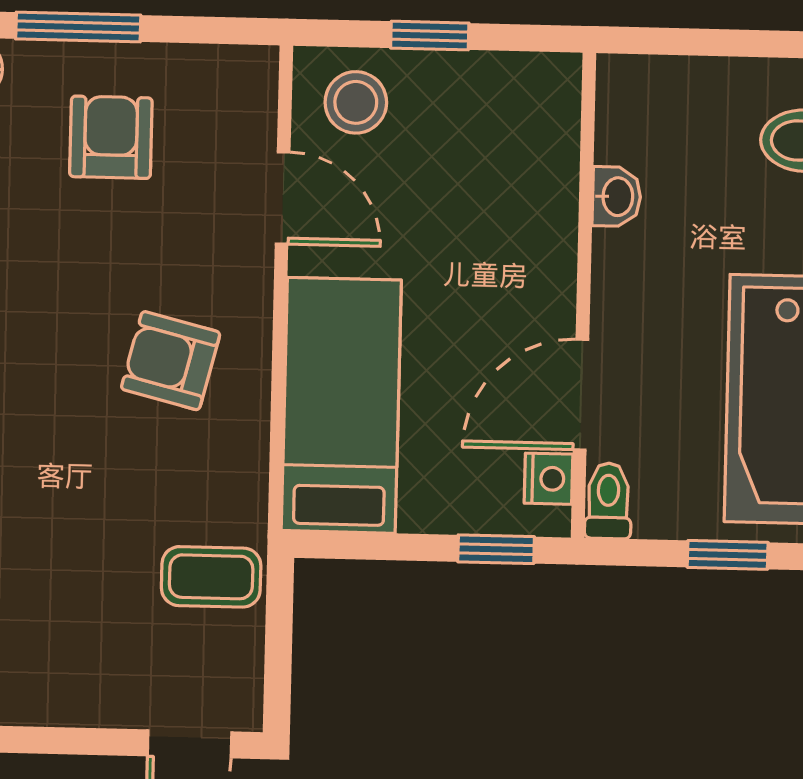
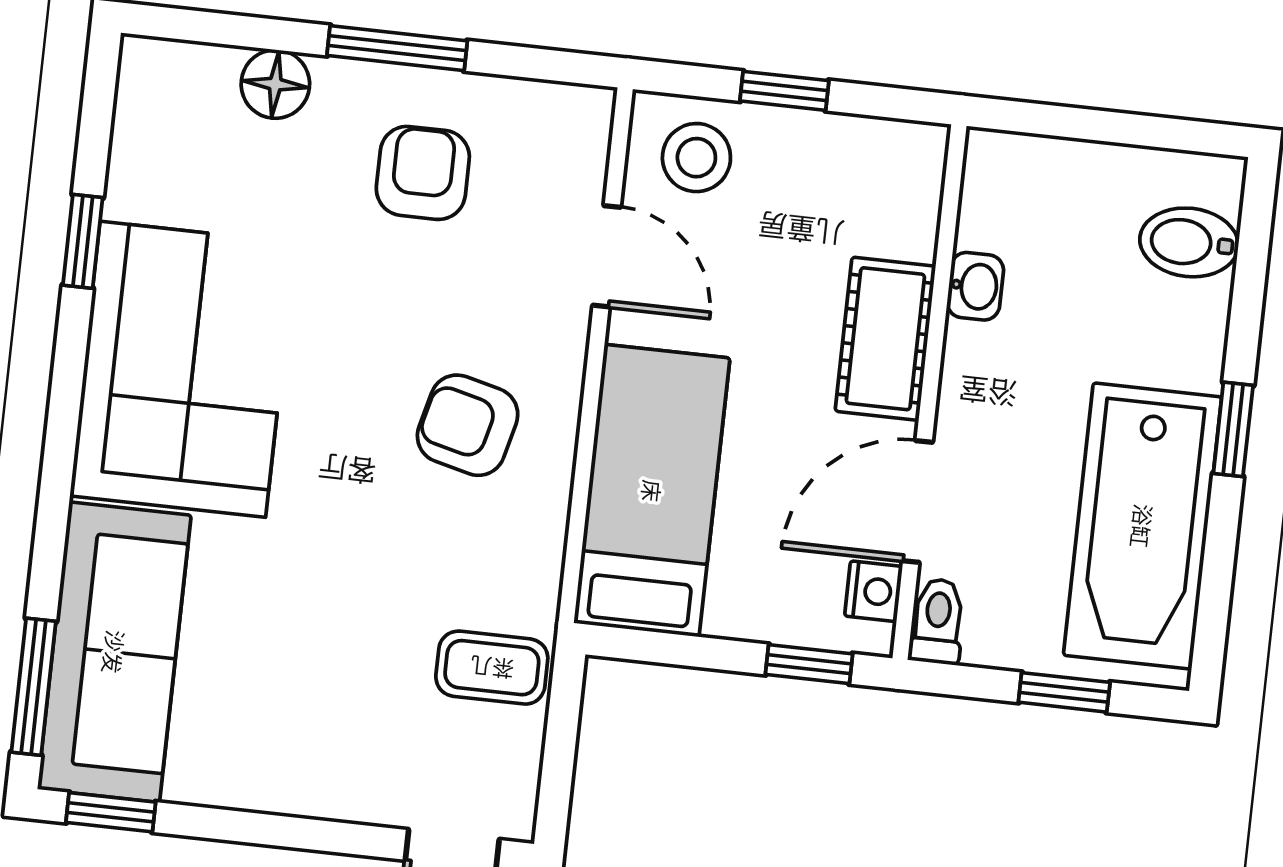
cot: (540, 251) -> (885, 339), added

